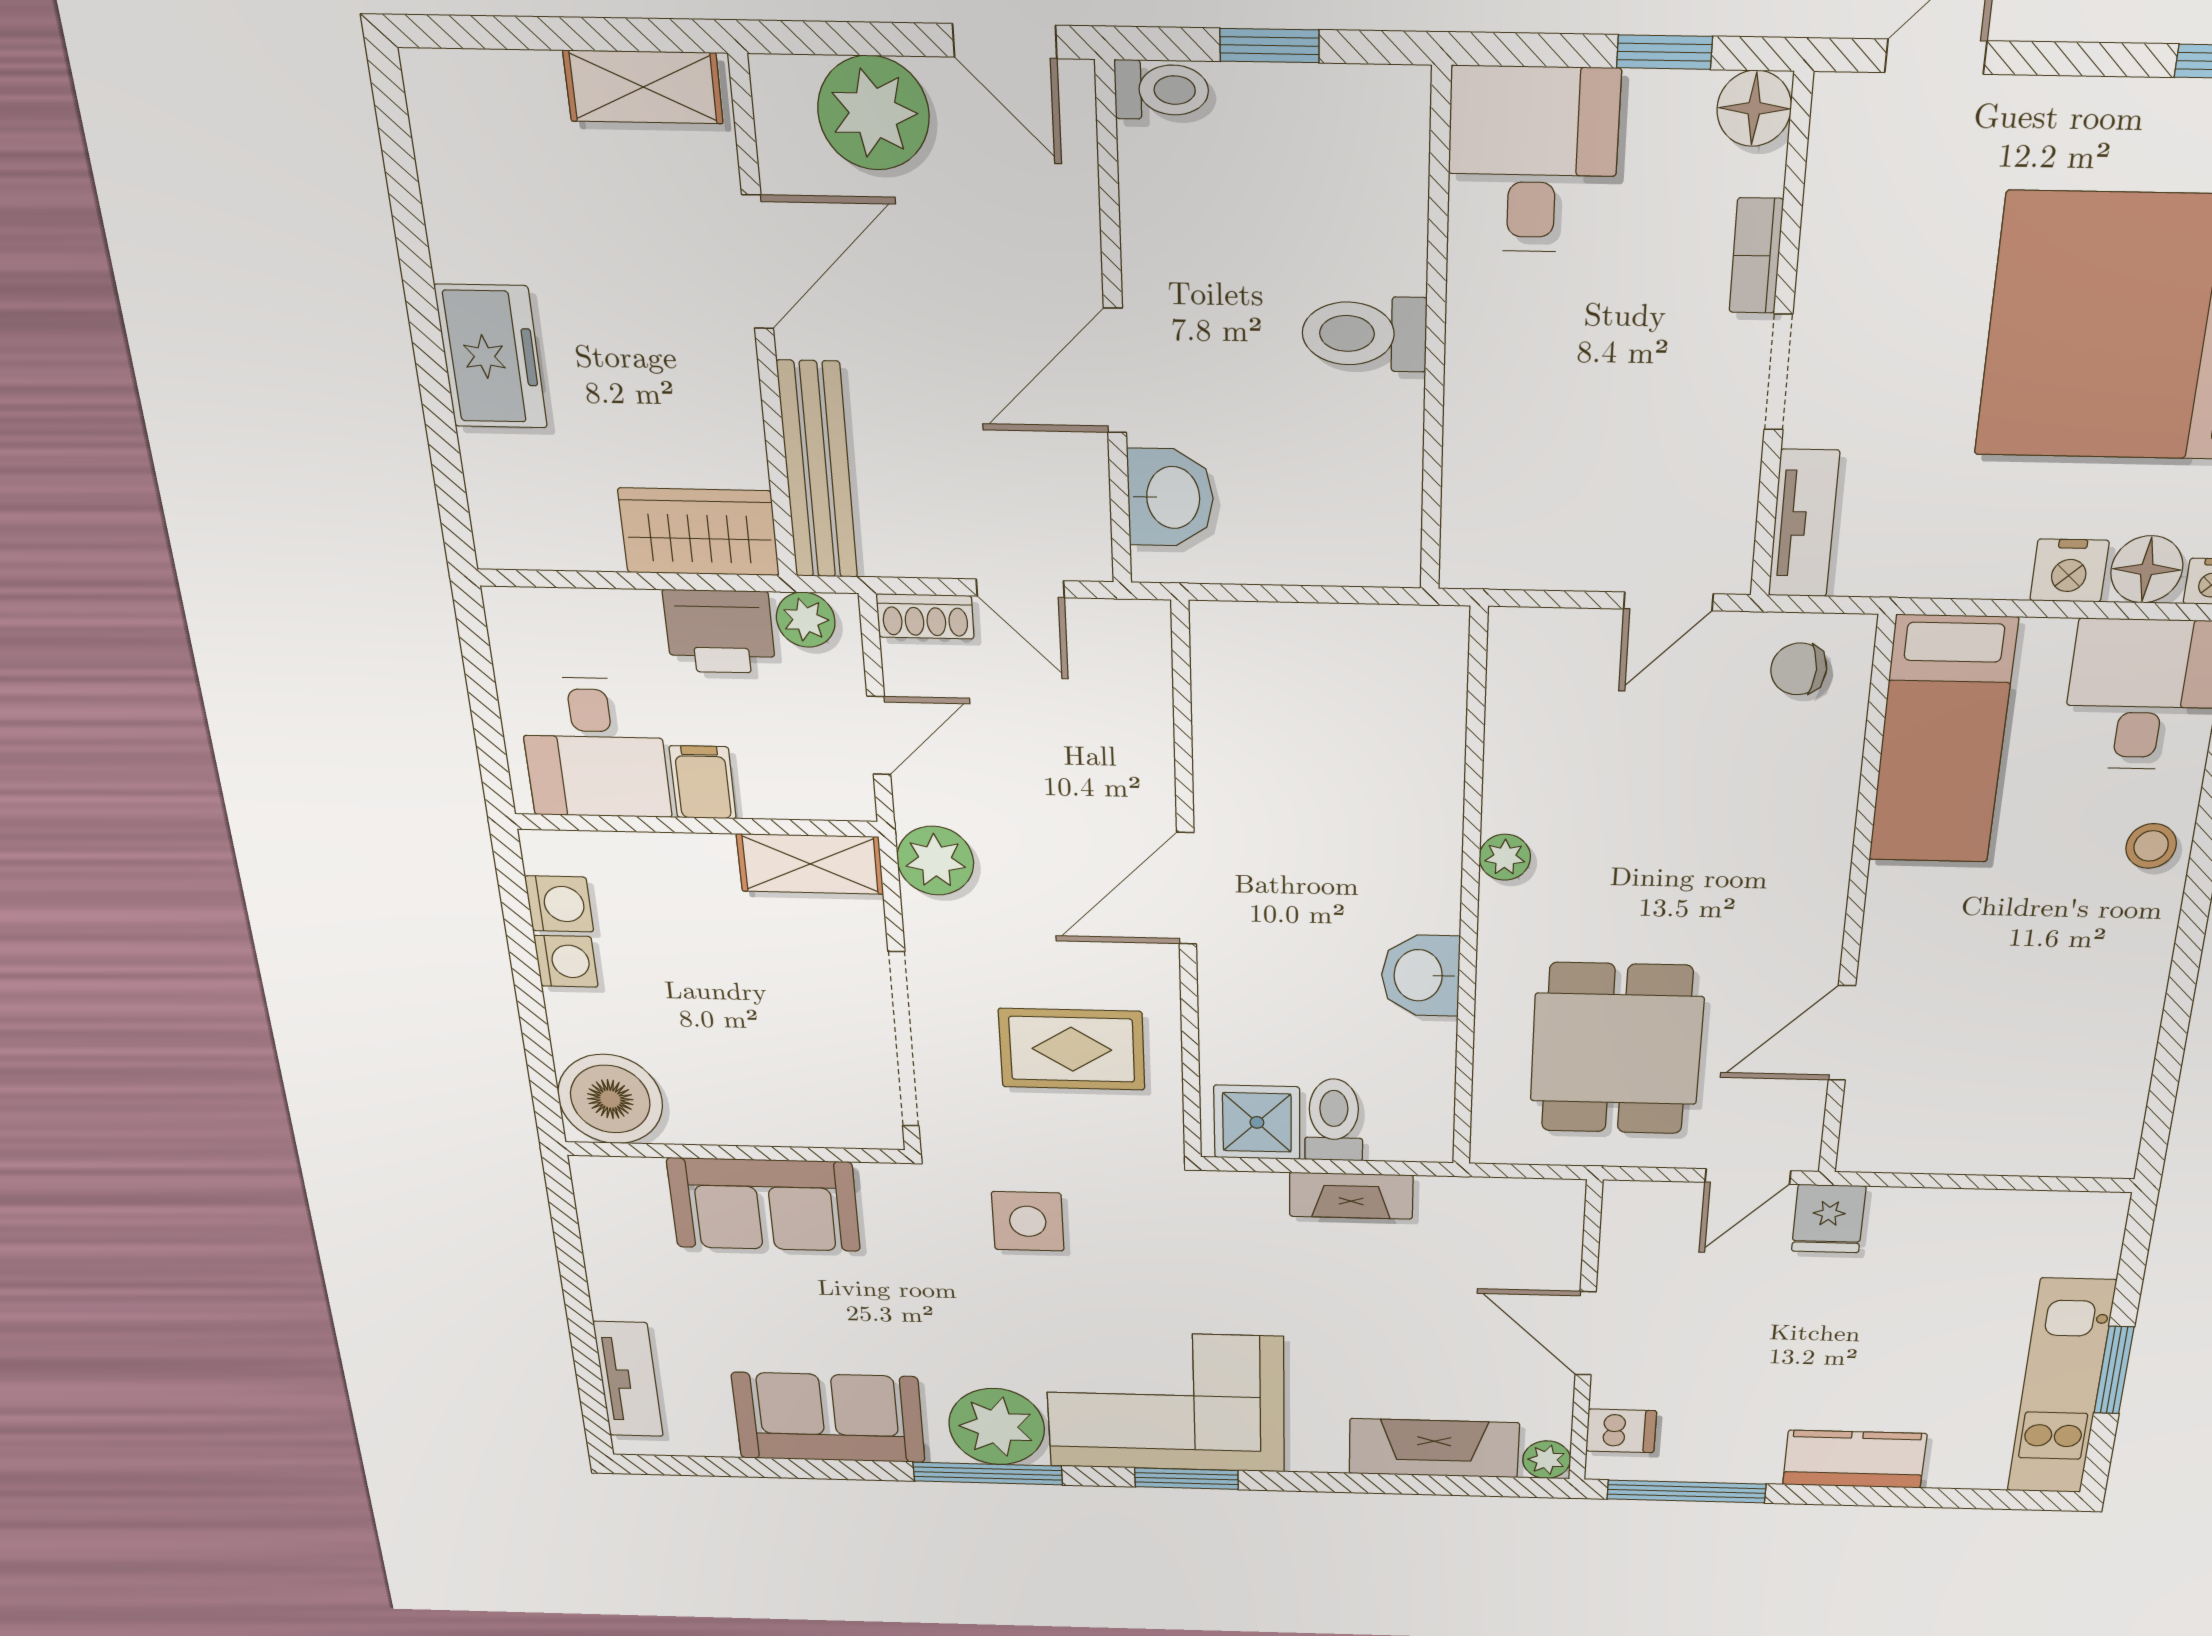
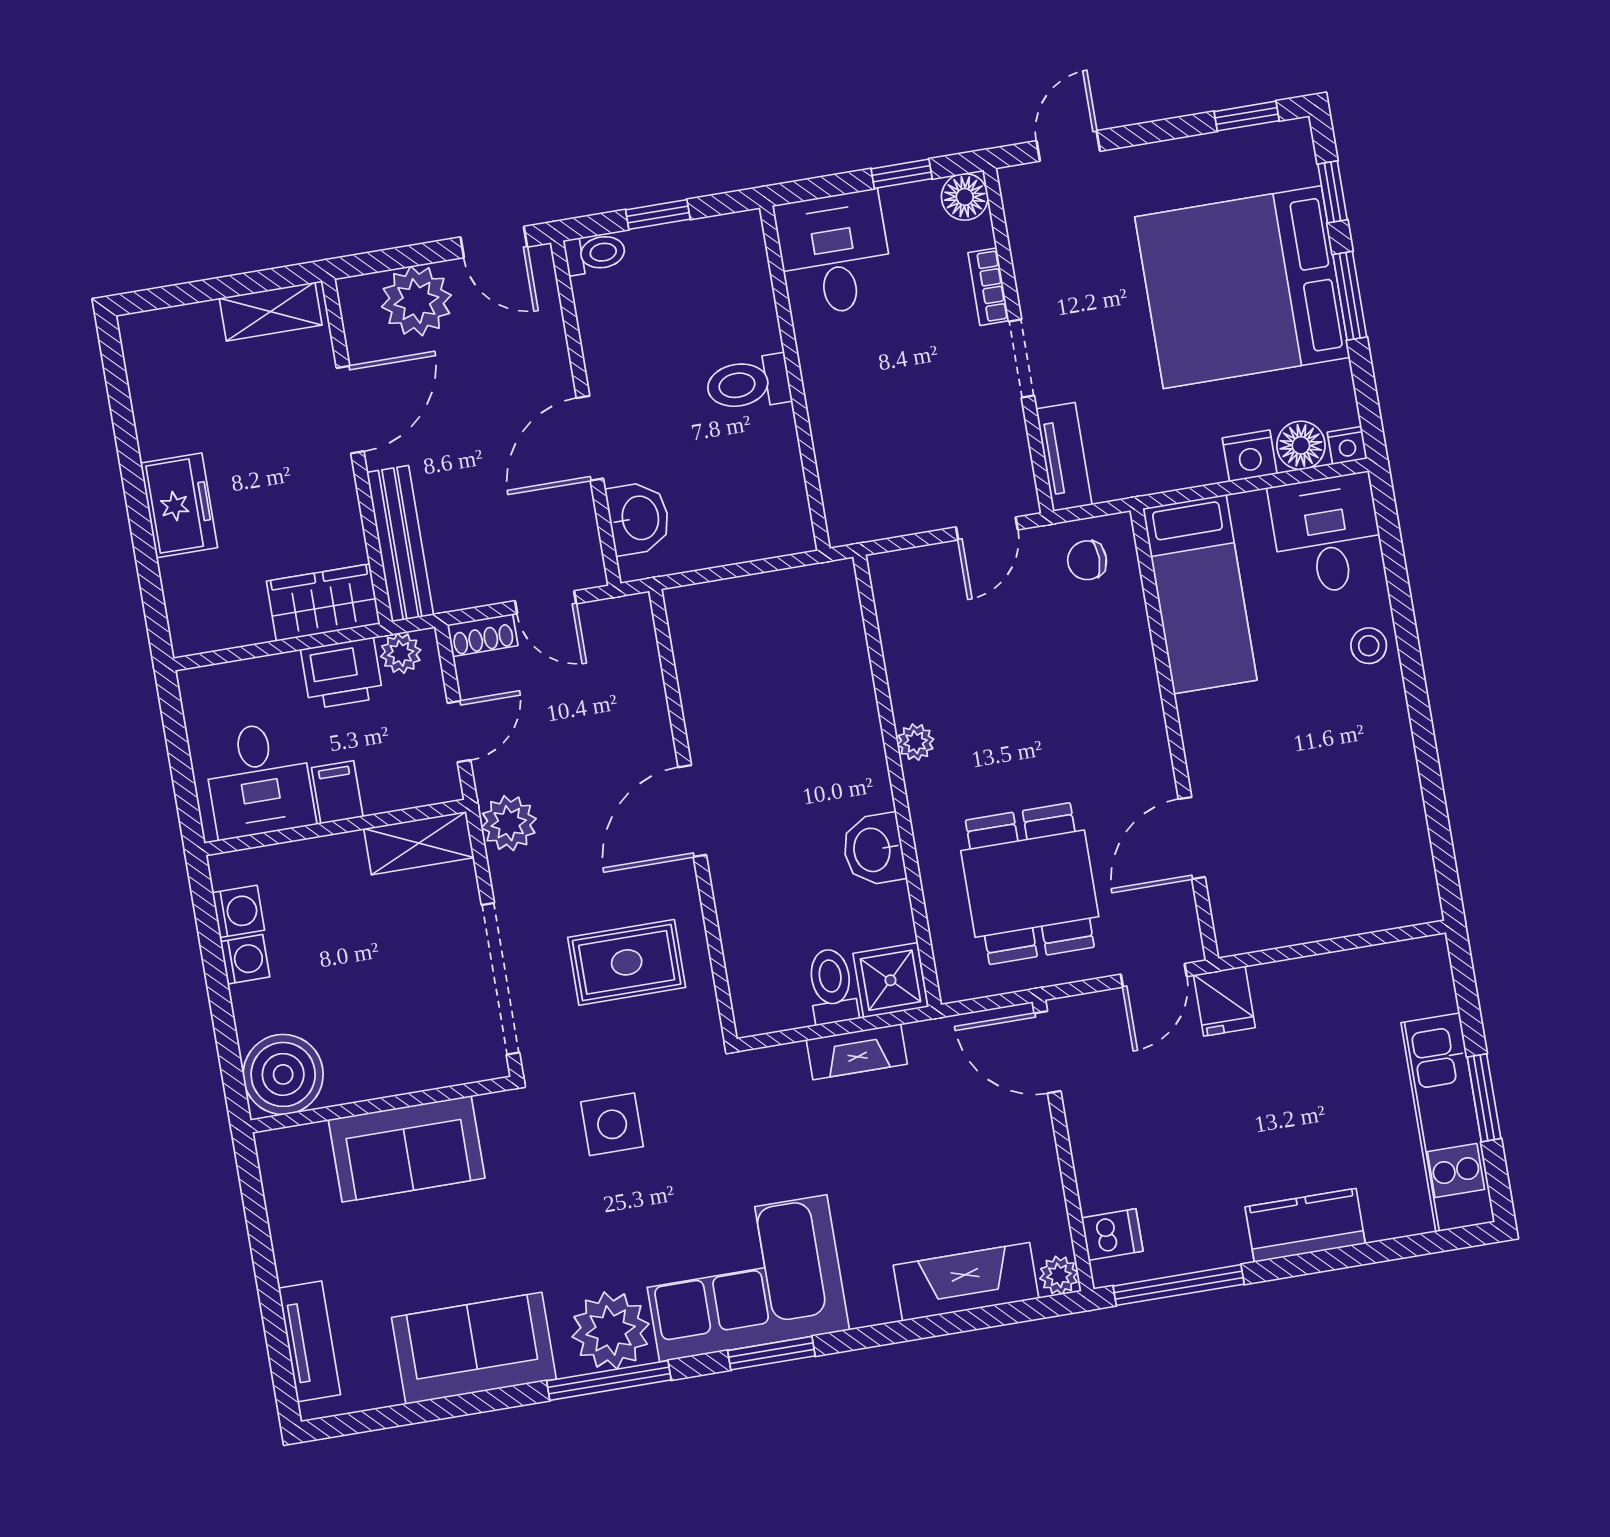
shower: (1257, 1122) -> (890, 980), moved
door: (1586, 1333) -> (1048, 1052), moved

